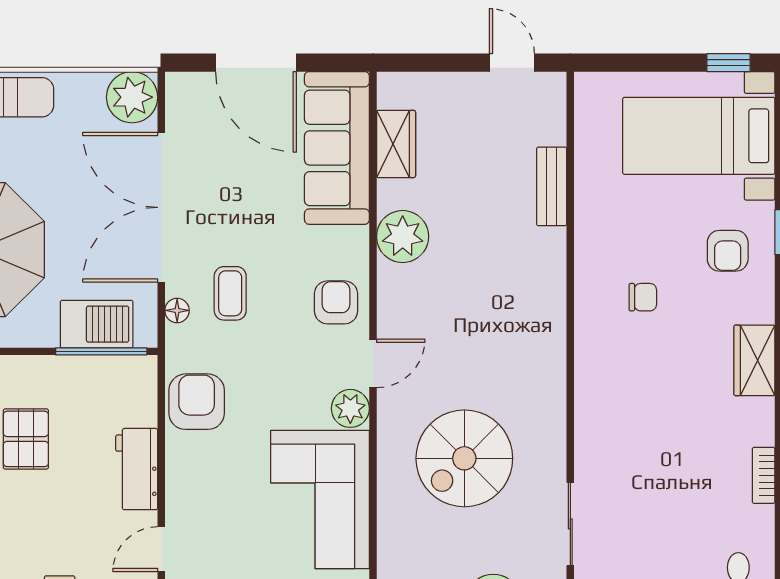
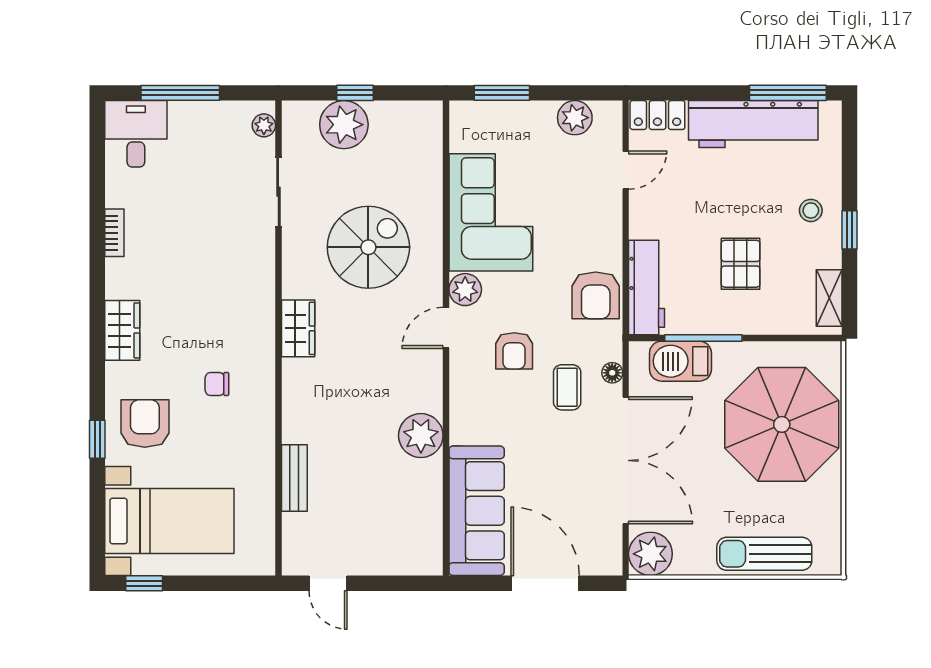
wardrobe: (396, 144) -> (298, 328), moved, turned 180
armchair: (728, 251) -> (145, 423), width x1.38, depth x1.38
armchair: (336, 302) -> (514, 351), moved
window: (101, 351) -> (703, 338), moved
workbench: (137, 469) -> (646, 288), moved, width x1.38

